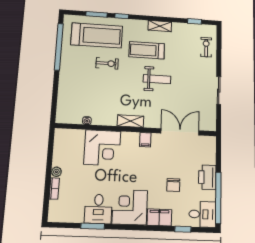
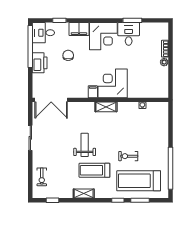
treadmill: (147, 50) -> (94, 170), turned 180
weight bench: (157, 79) -> (85, 145), turned 90
double door: (180, 132) -> (51, 100), moved
corner desk: (102, 148) -> (113, 83), moved

